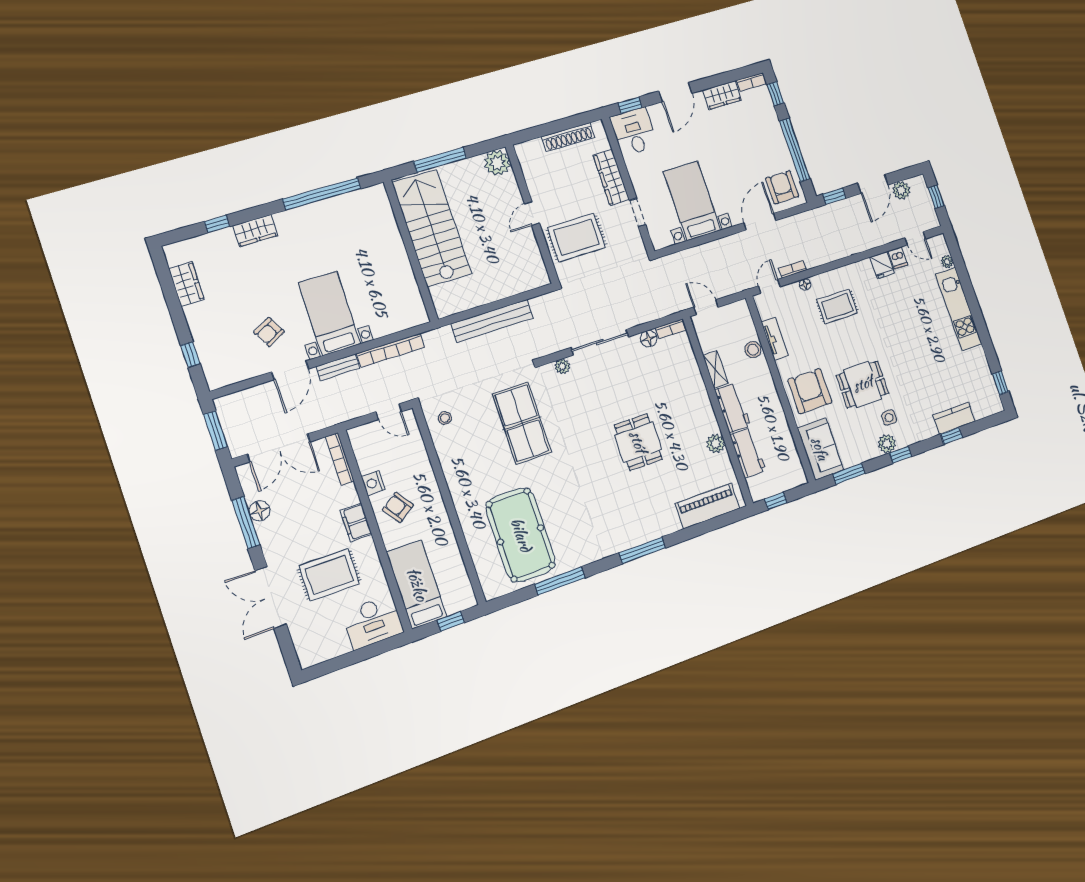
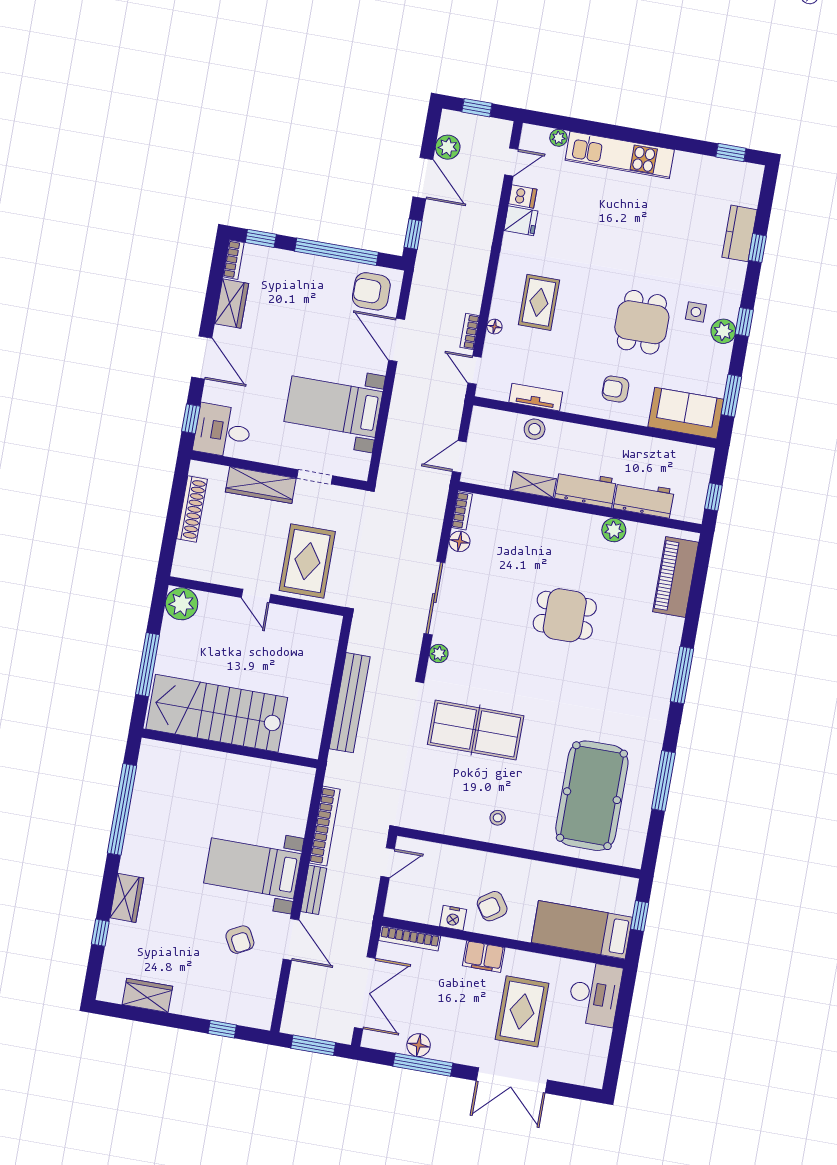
armchair: (810, 391) -> (616, 389), width x0.53, depth x0.53
stool: (445, 418) -> (498, 818), moved
pool table: (521, 535) -> (592, 796), turned 90

